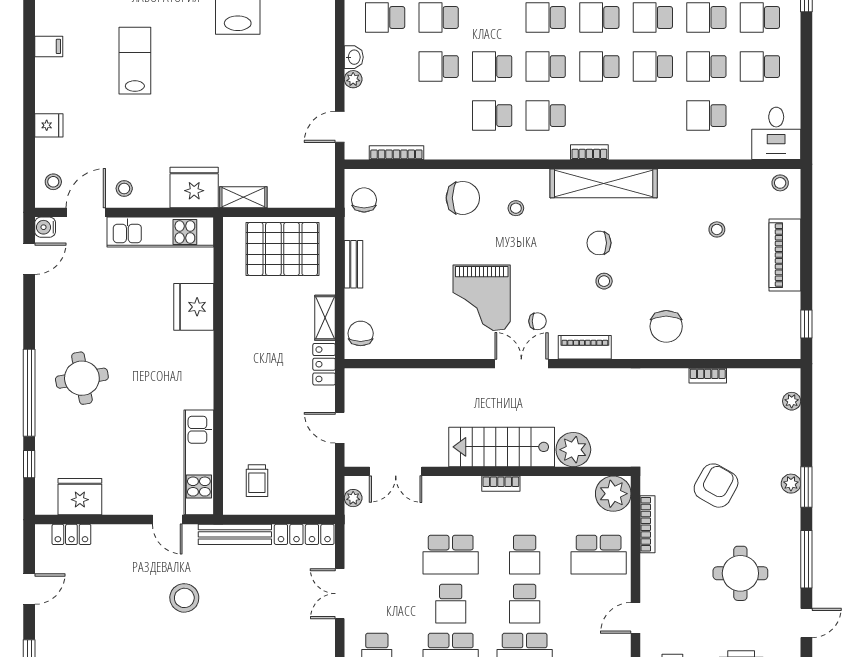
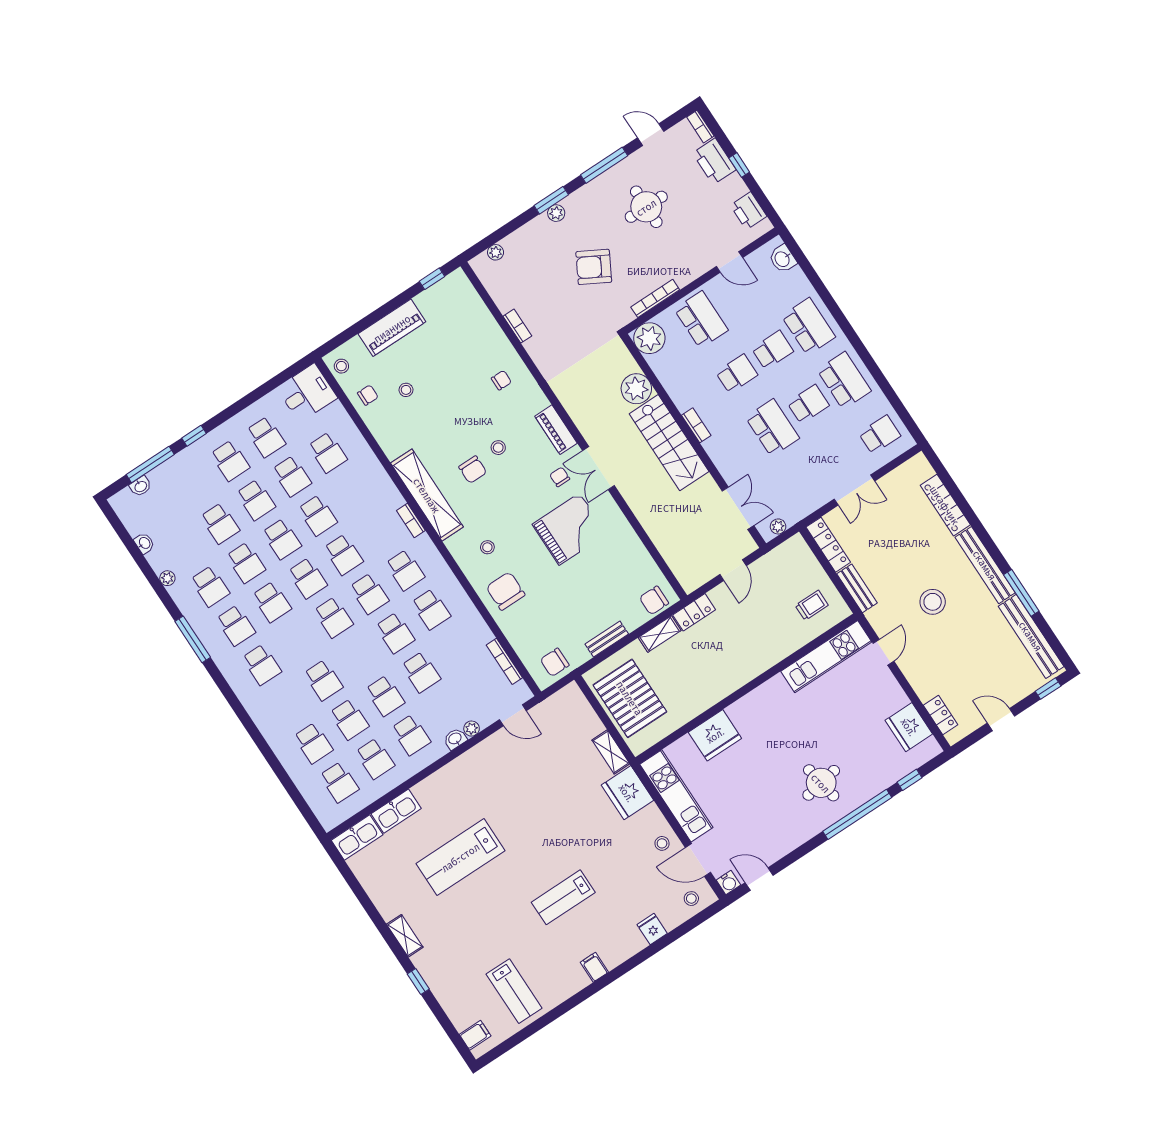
chair: (736, 190) -> (368, 395), added
chair: (666, 326) -> (501, 380), width x0.54, depth x0.54
bench: (235, 534) -> (857, 588), width x0.73

